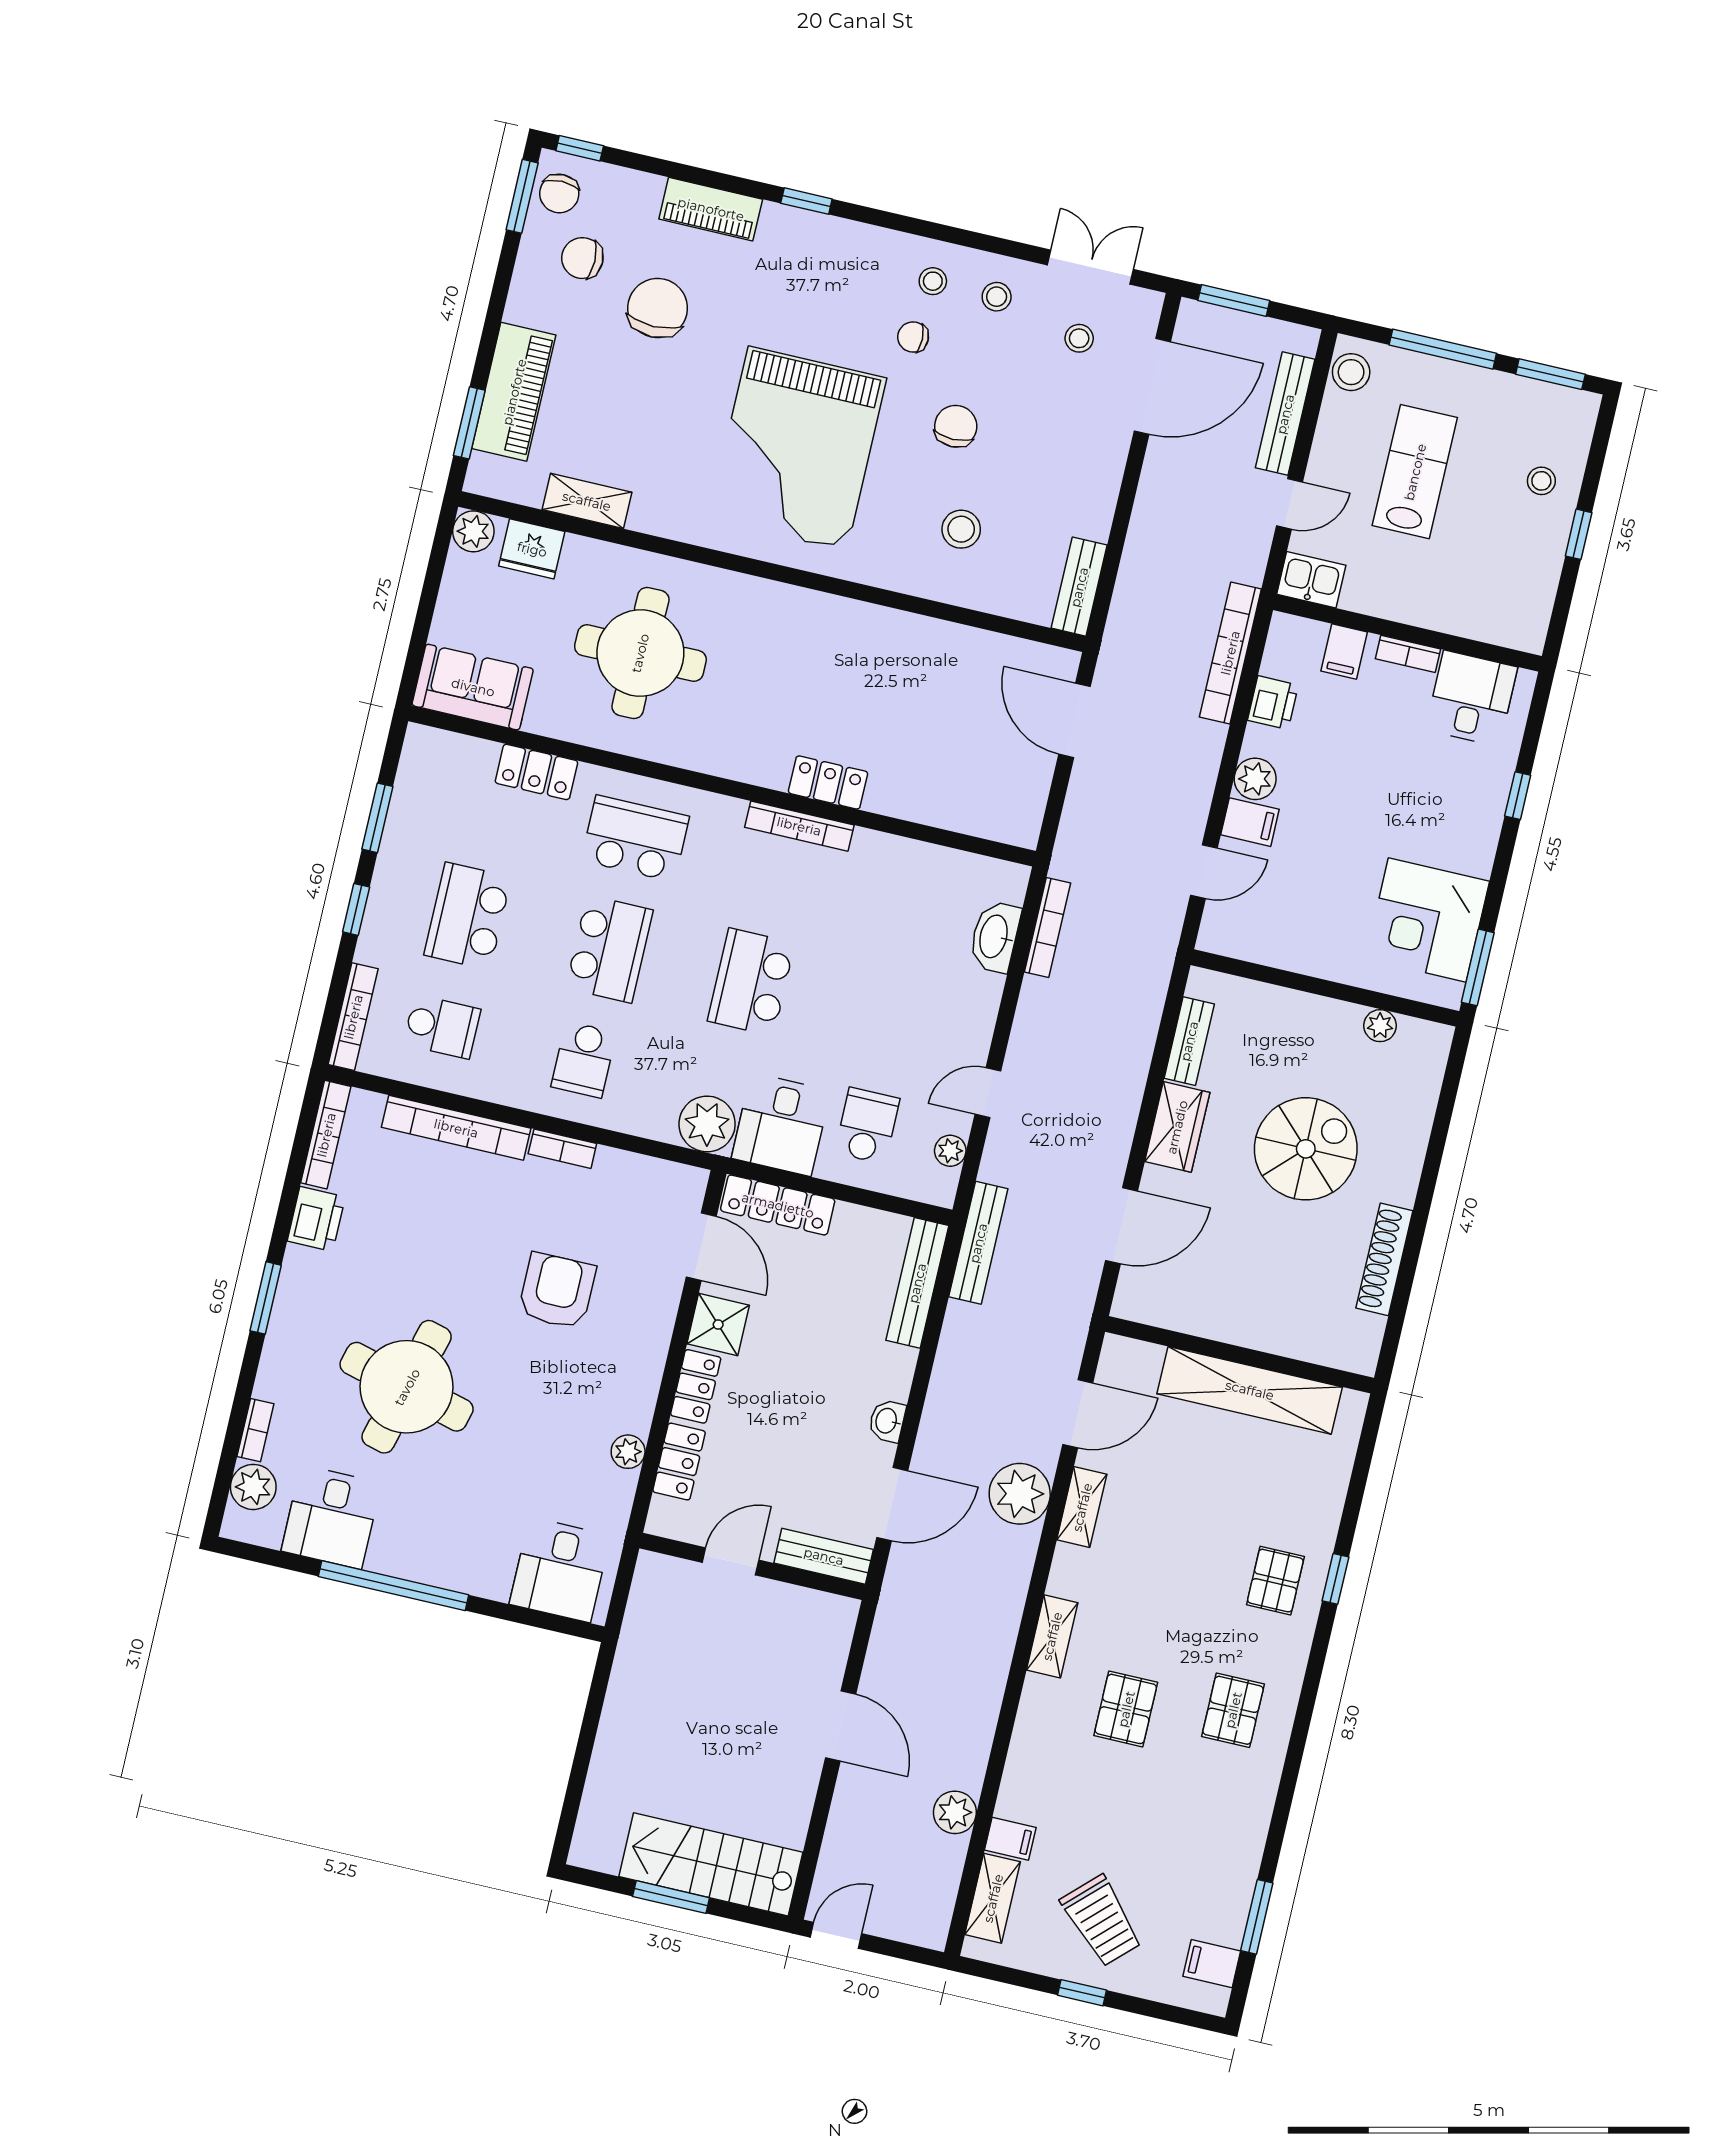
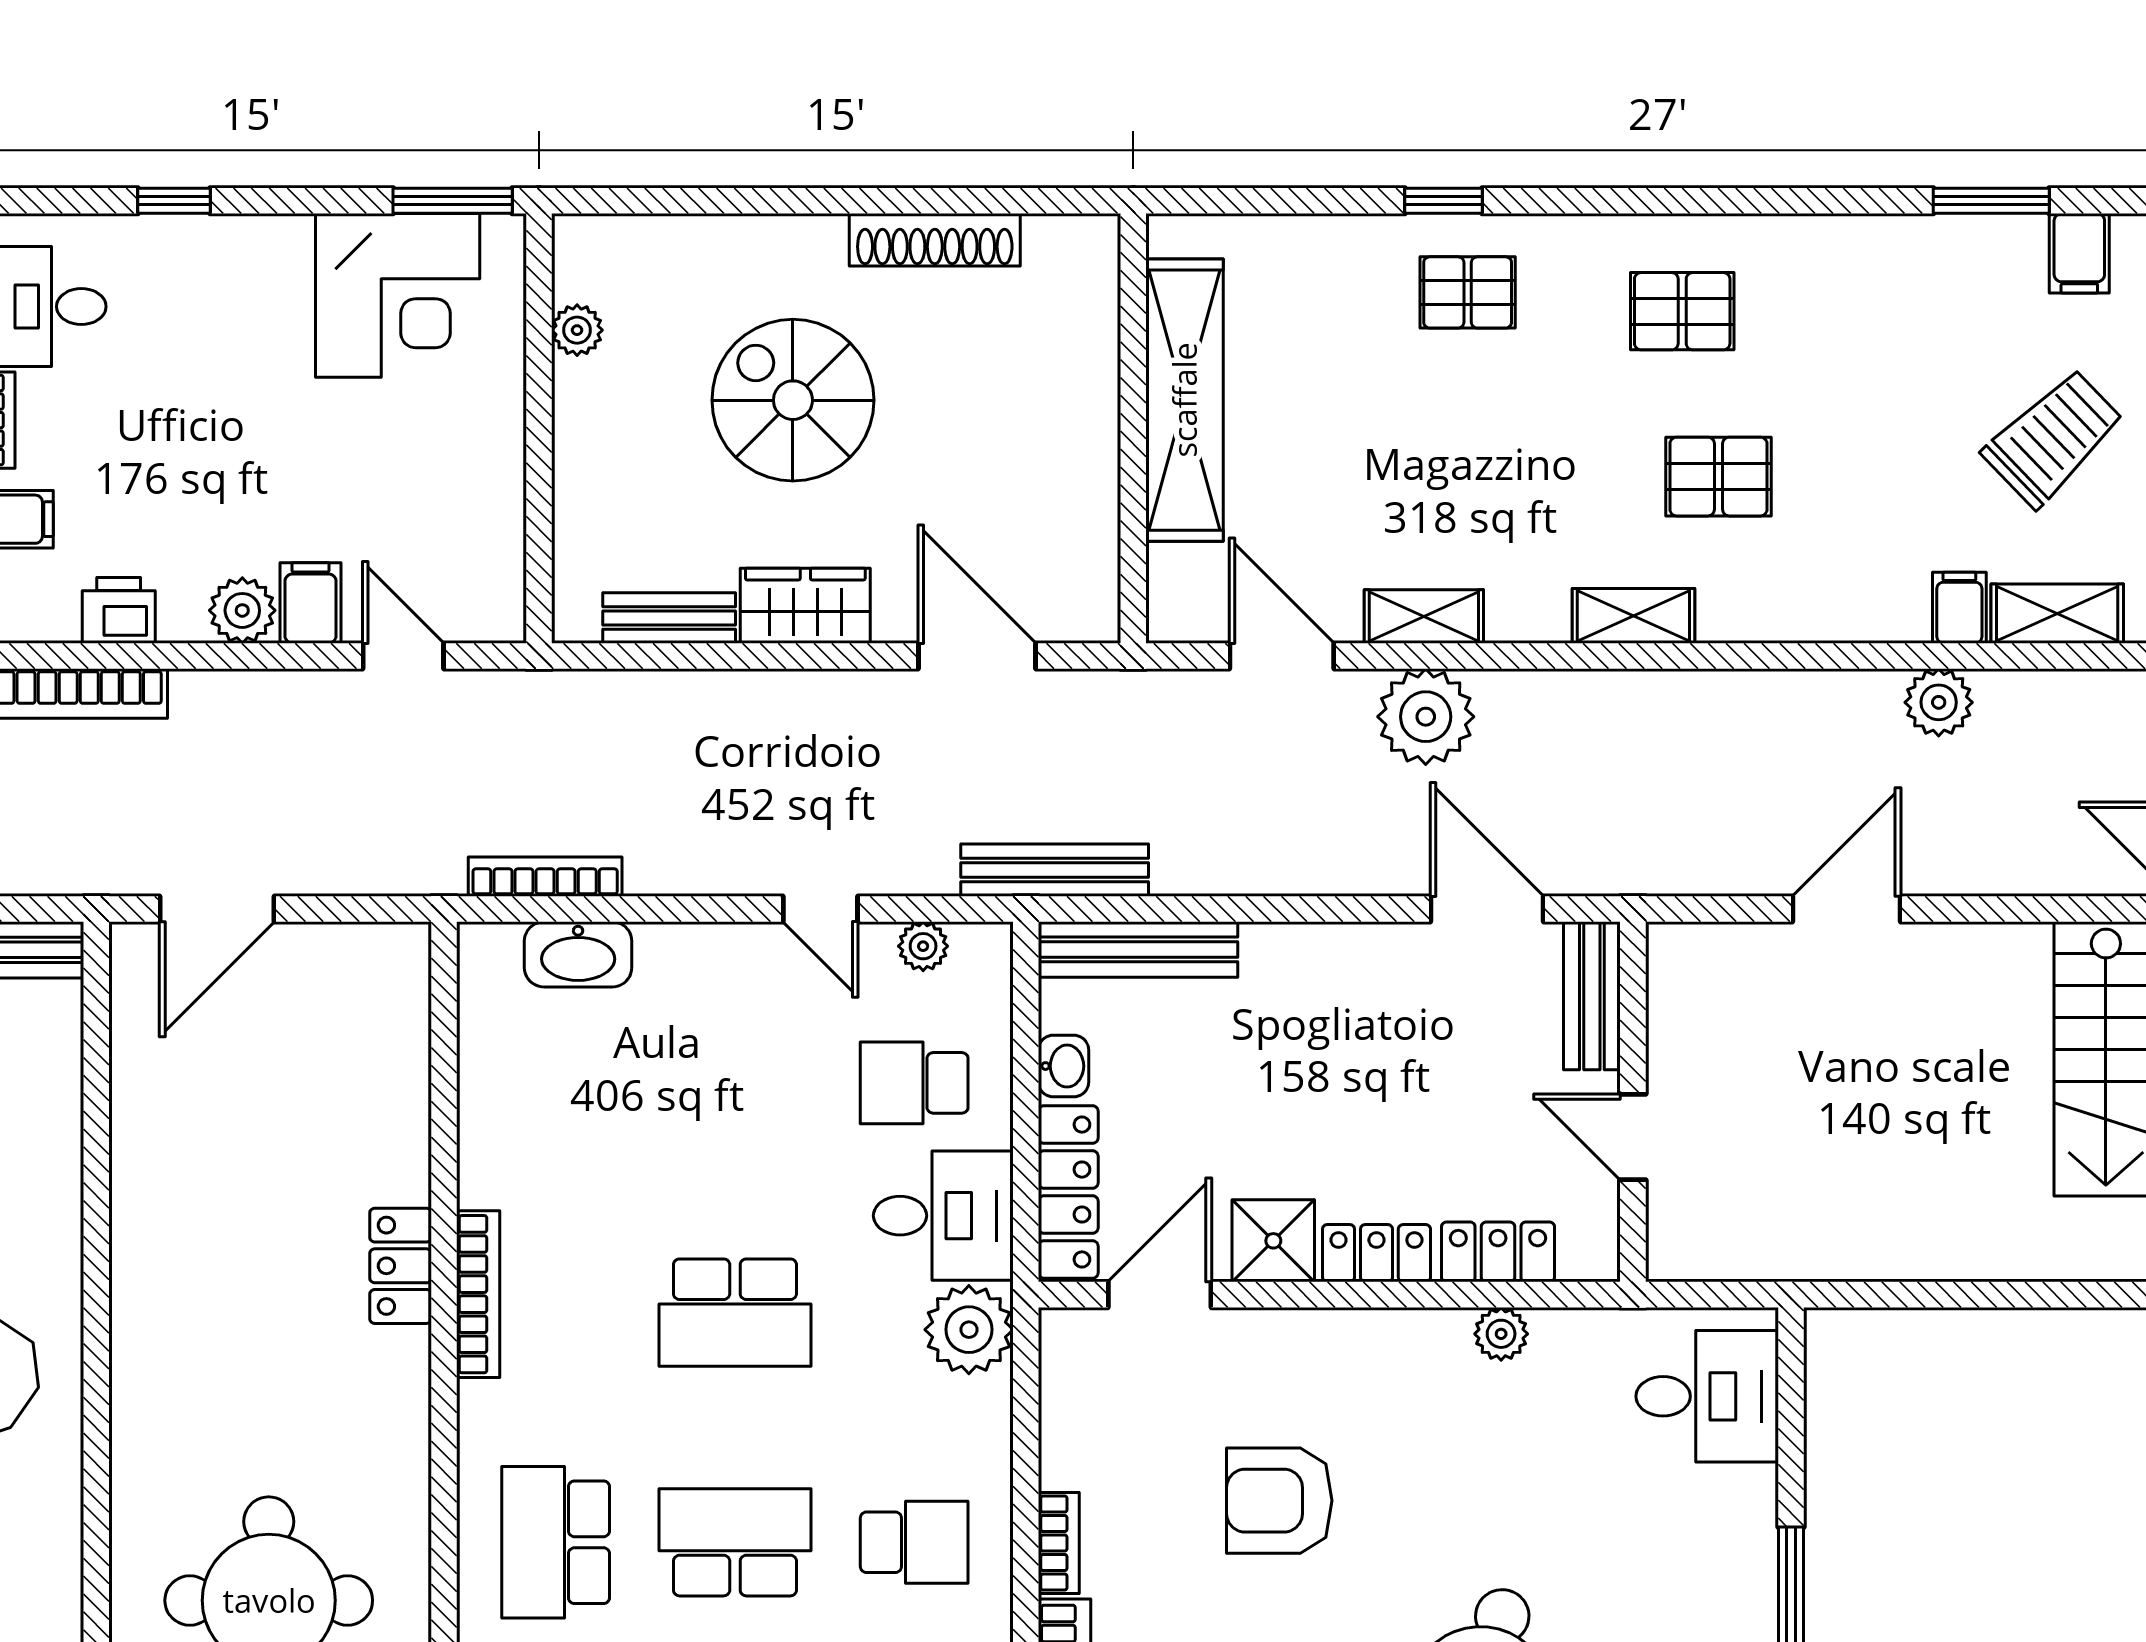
washbasin: (887, 1421) -> (1063, 1066), moved, turned -90

